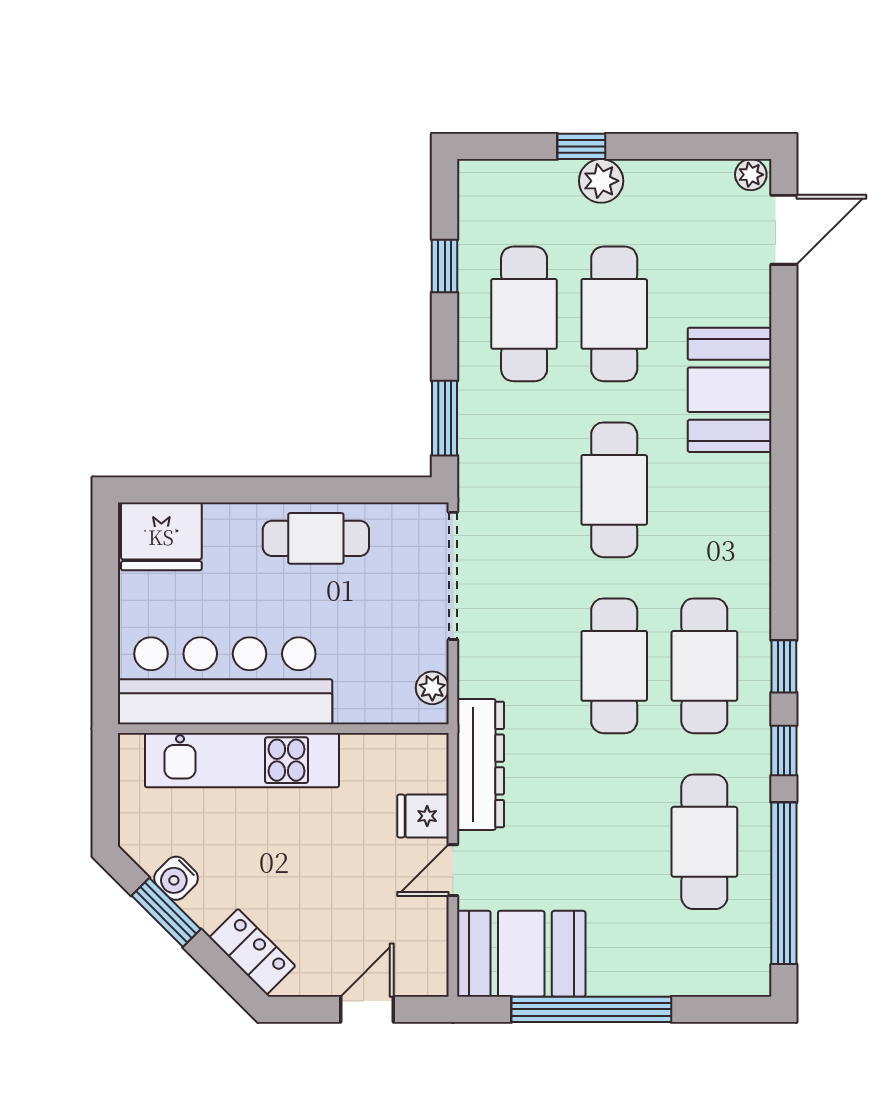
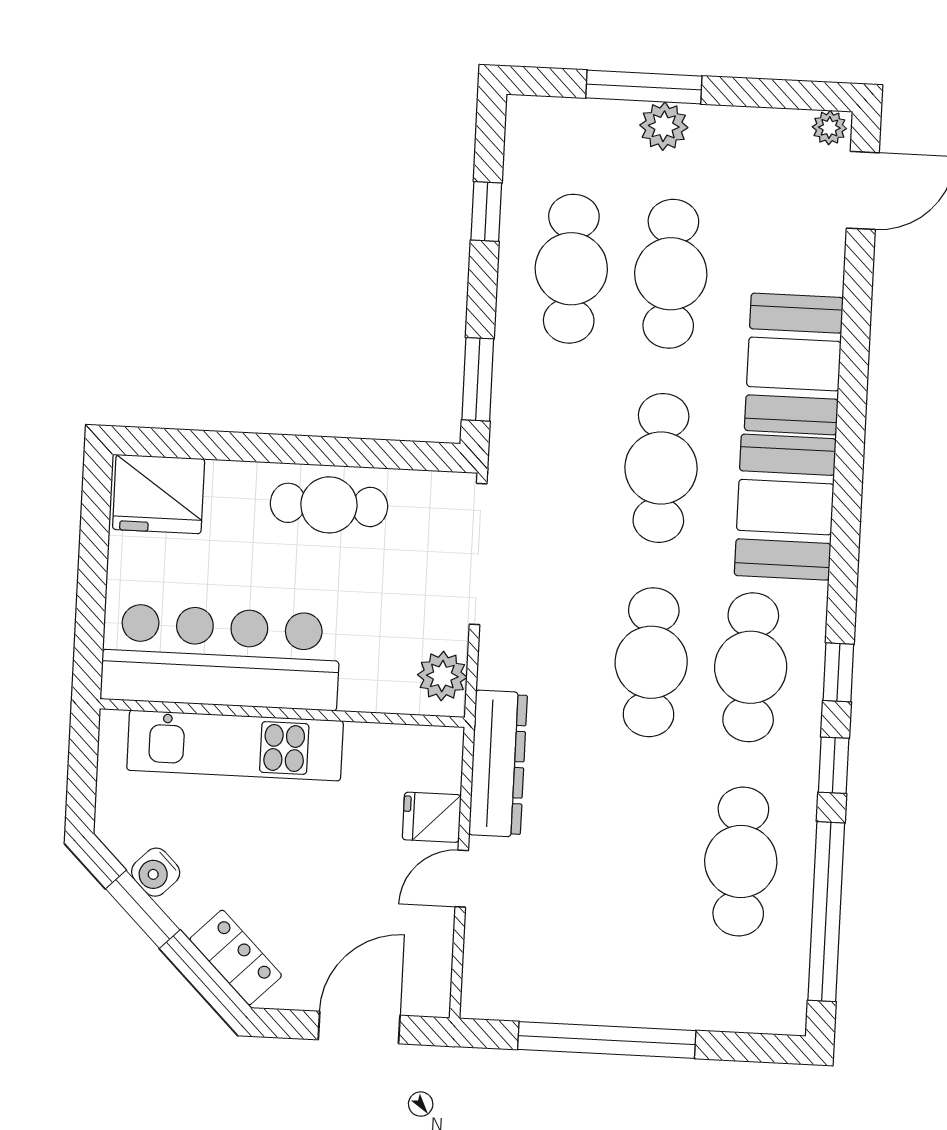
window: (581, 146) -> (644, 87), width x2.17
plant: (432, 688) -> (442, 676), width x1.38, depth x1.38
booth: (521, 954) -> (785, 507), moved, turned 90
door: (367, 1009) -> (359, 1028), width x1.38

